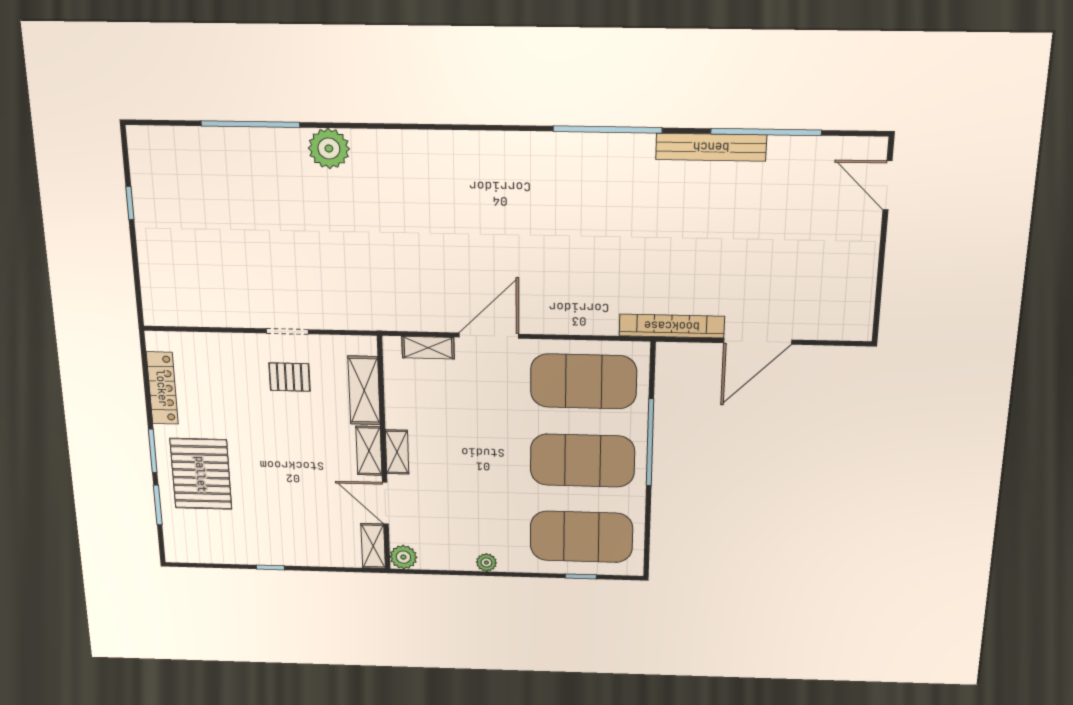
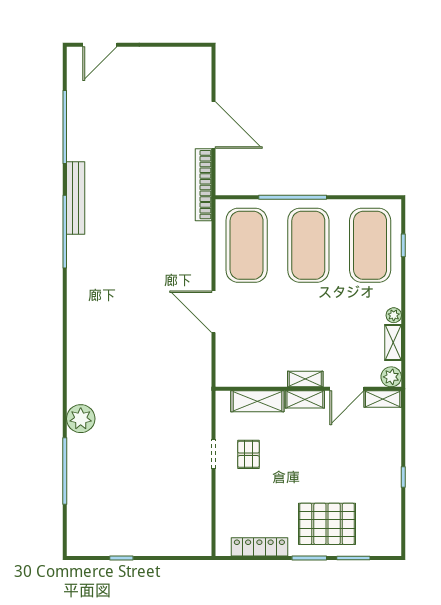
bench: (711, 147) -> (76, 198), moved
shelving: (428, 348) -> (393, 343), moved

